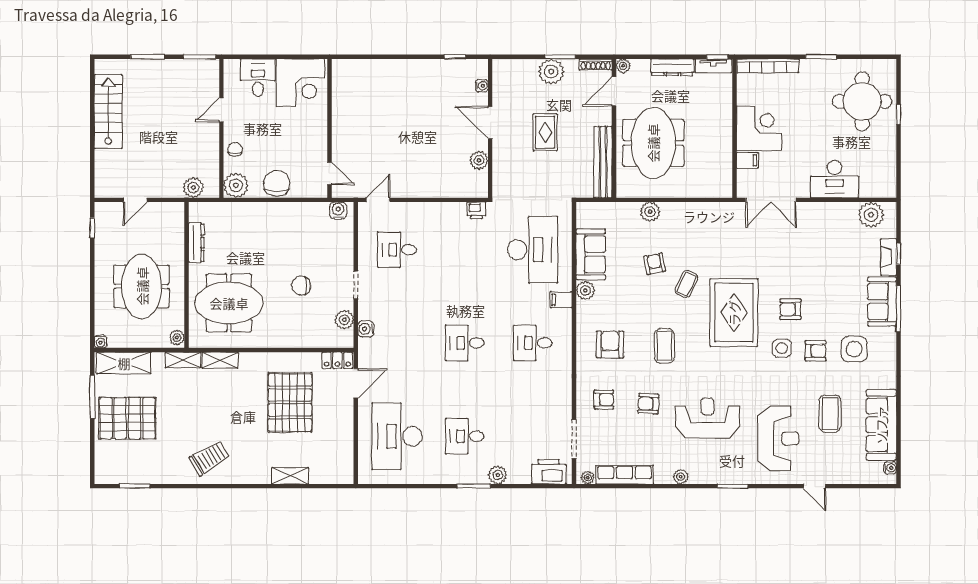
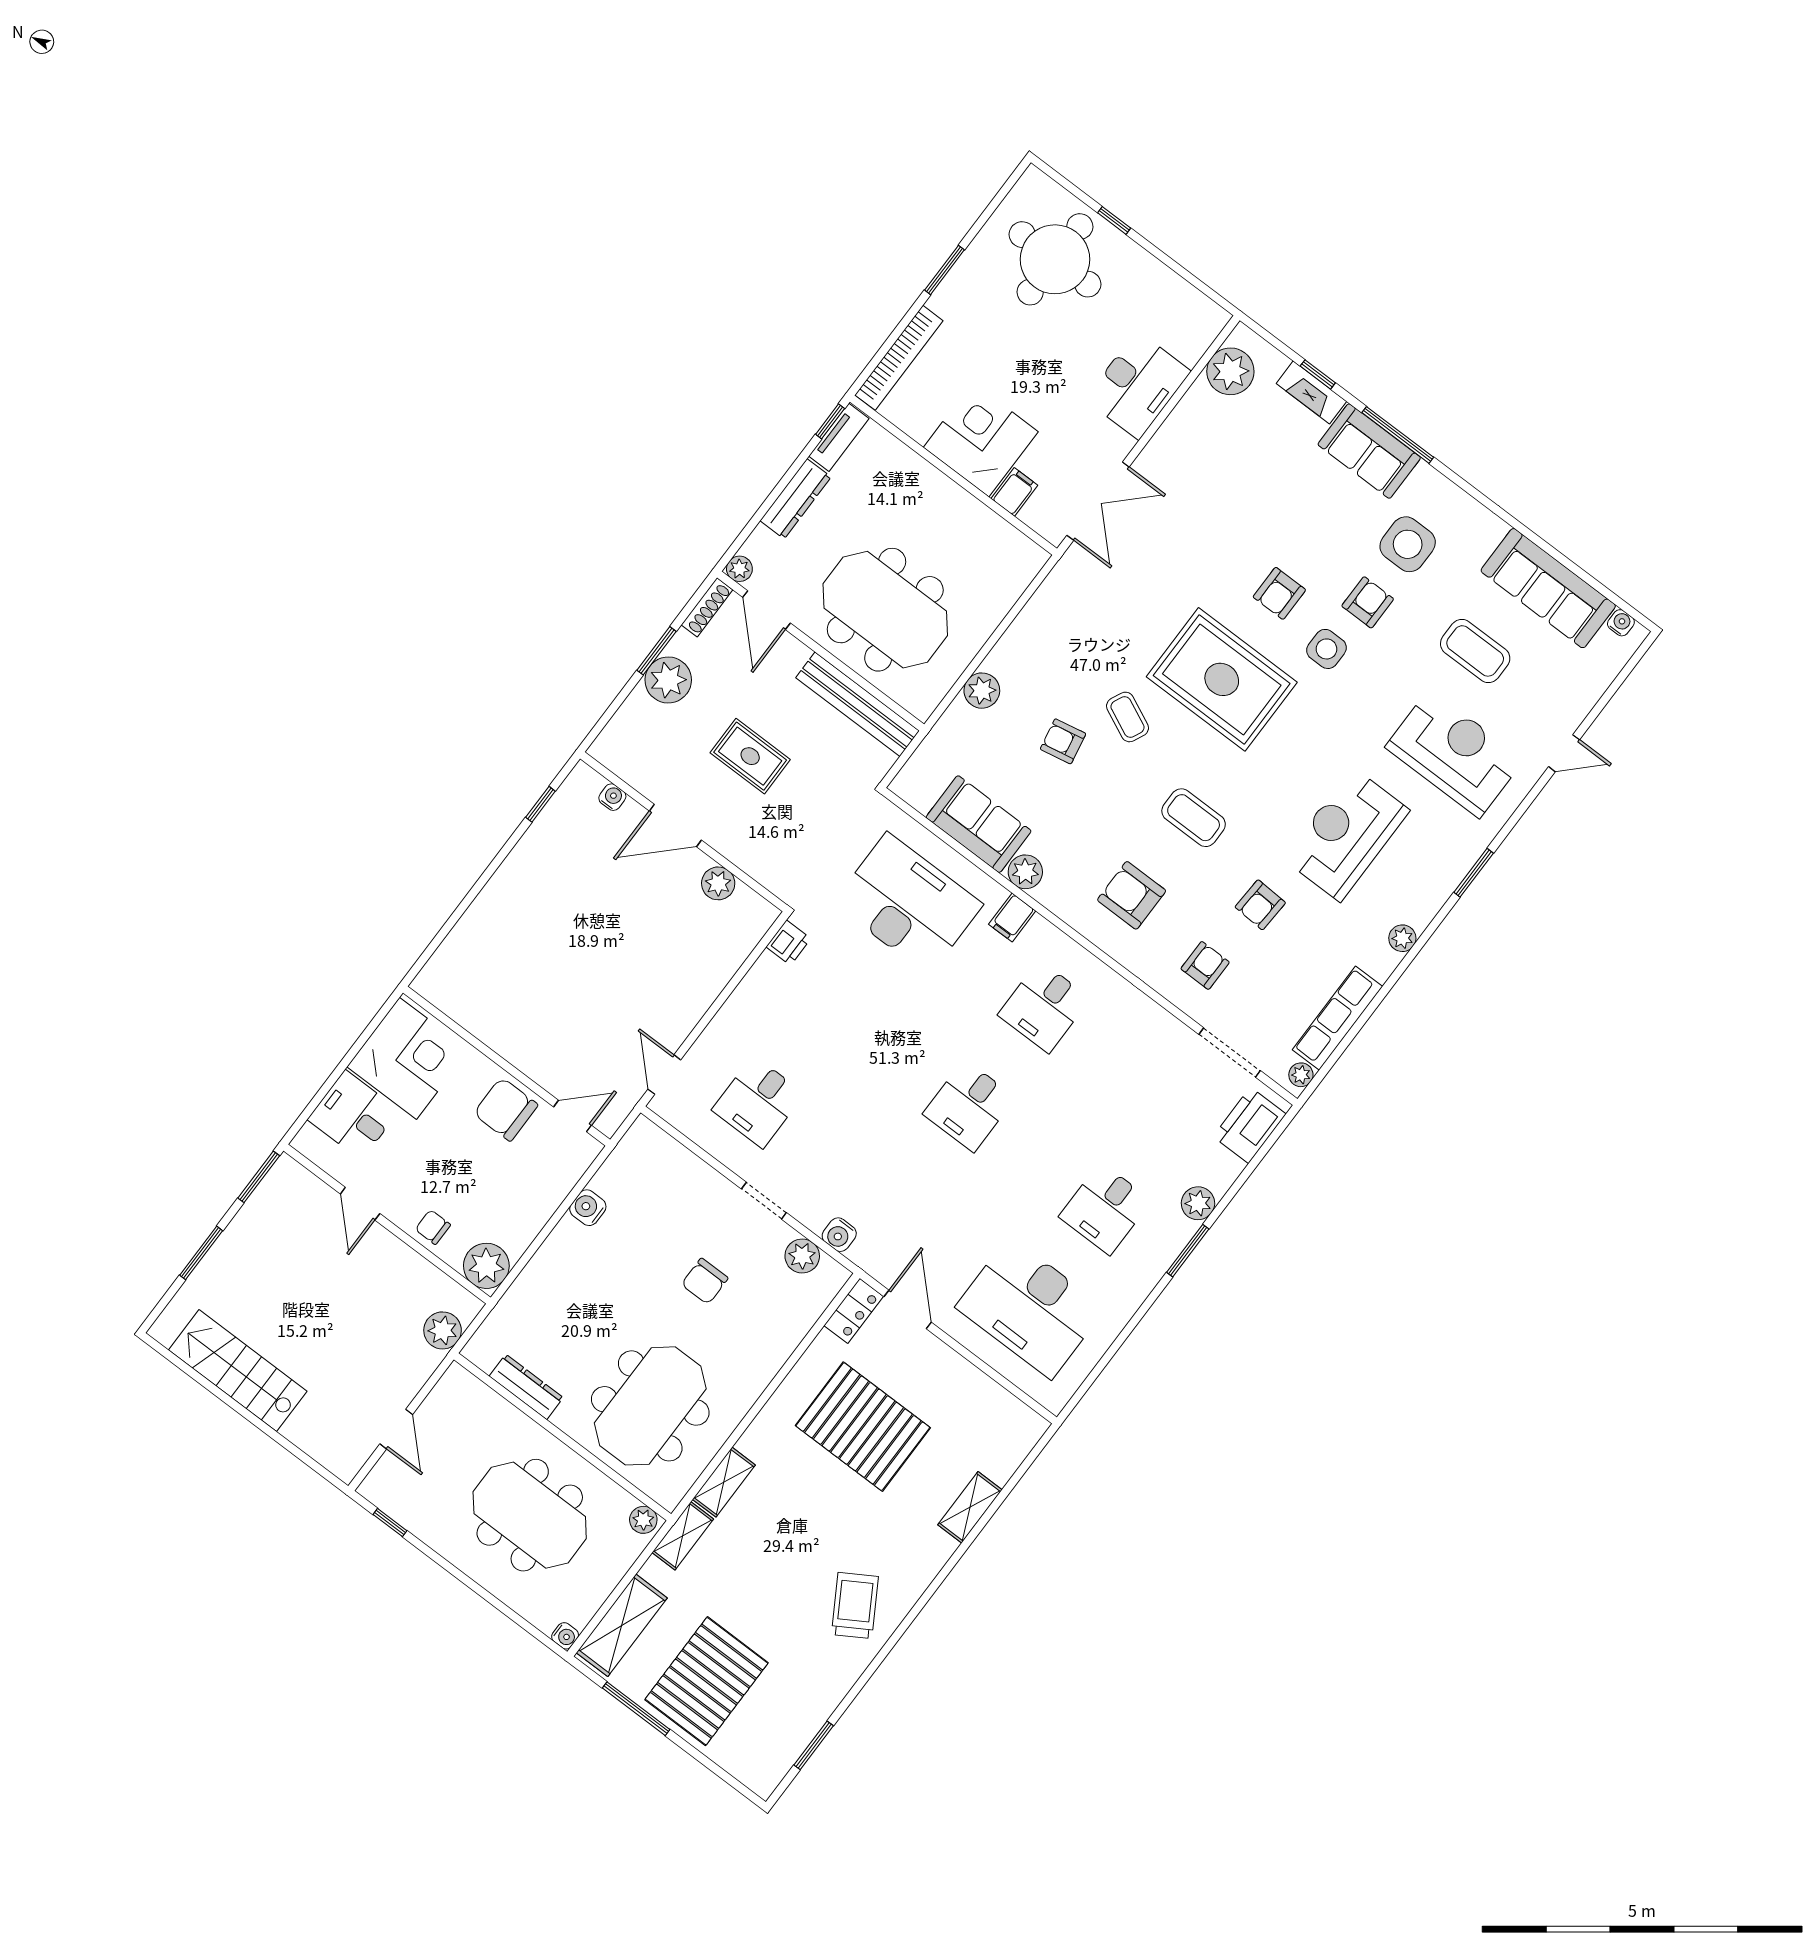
chair: (277, 183) -> (506, 1109), moved
water cooler: (338, 210) -> (588, 1208), moved

